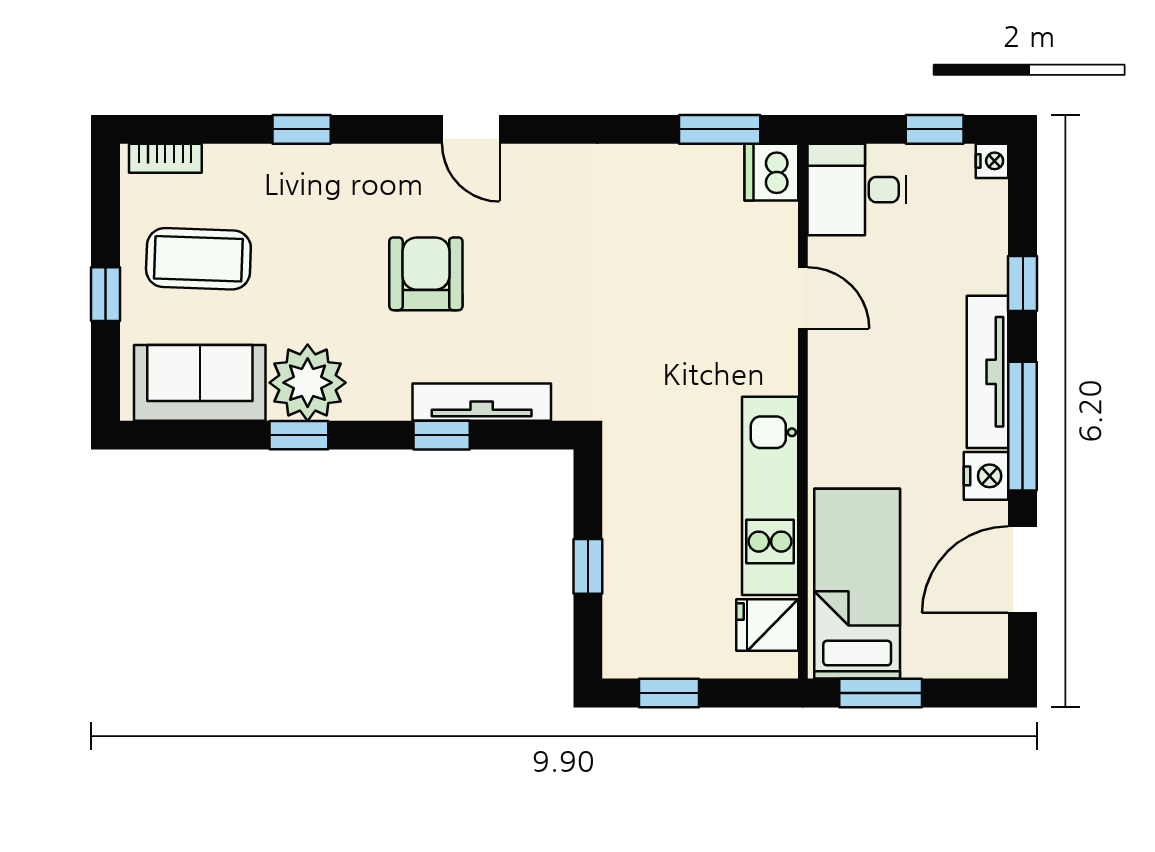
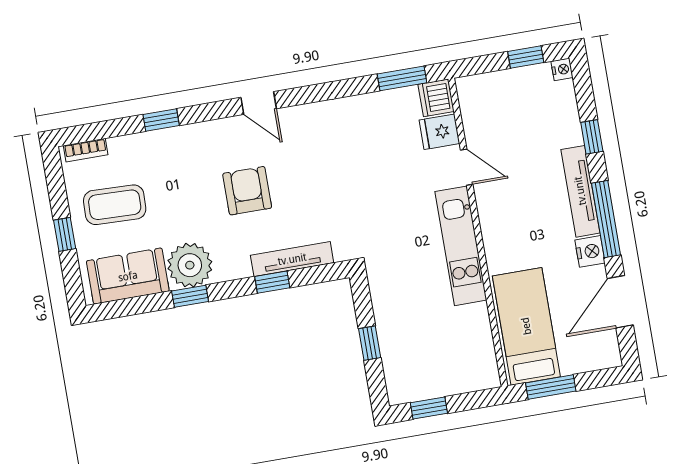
desk: (857, 190) -> (487, 99), removed
kitchen unit: (770, 496) -> (461, 246), moved
fridge: (767, 625) -> (439, 132), moved

